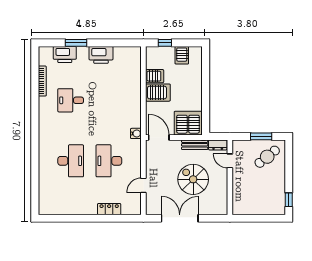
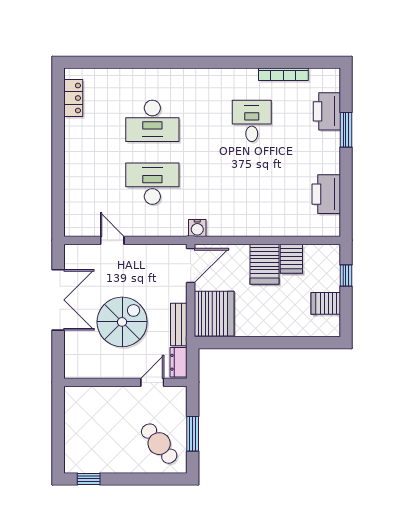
printer: (101, 55) -> (326, 194), moved
locker: (109, 209) -> (73, 98), moved

